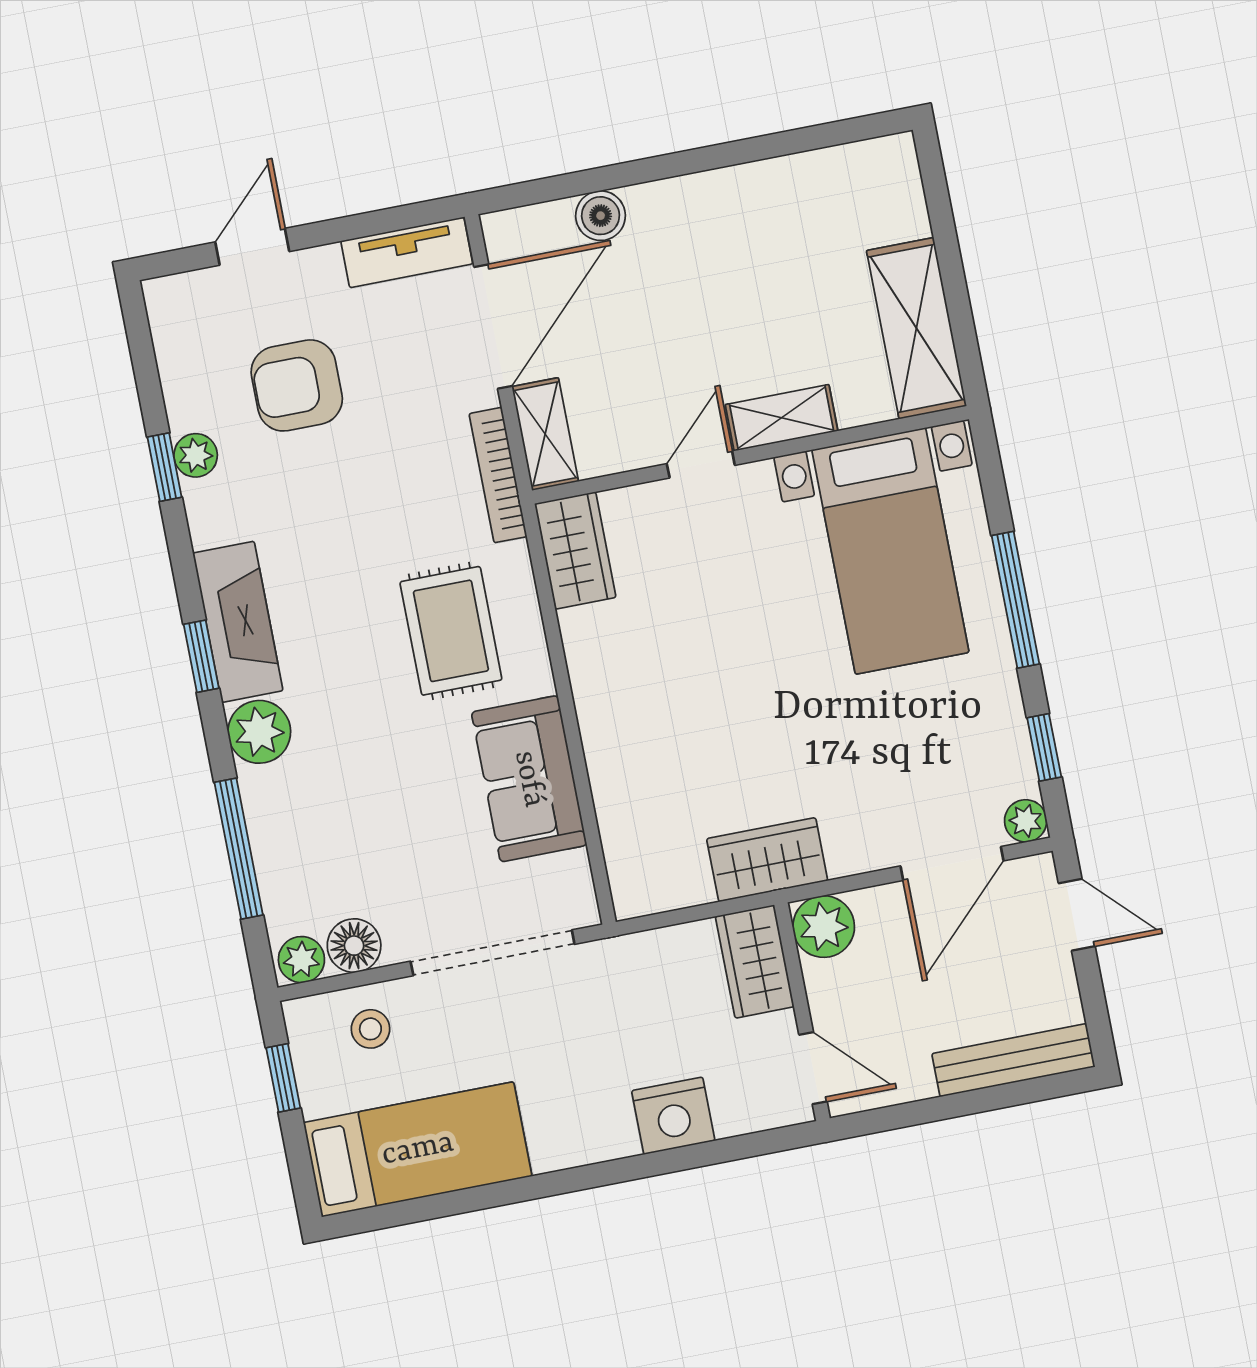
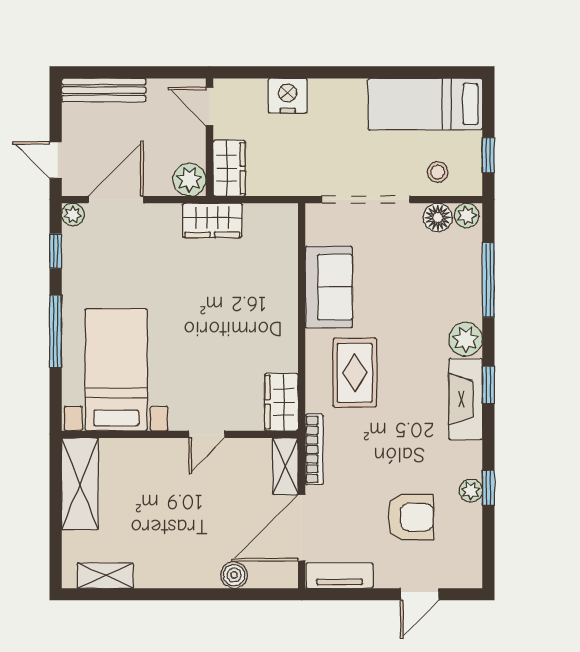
shelving: (782, 418) -> (105, 576), moved

